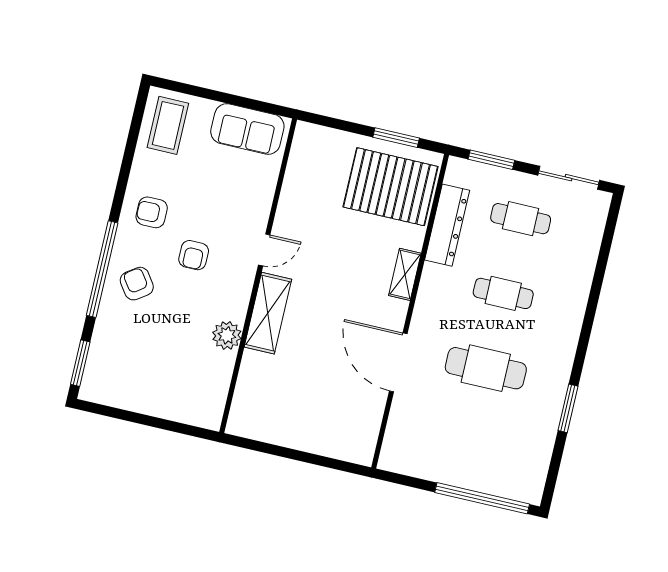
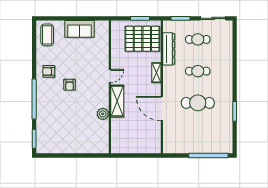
door: (264, 250) -> (110, 76), moved
wall: (258, 276) -> (110, 87), moved
armchair: (137, 284) -> (49, 101), removed
shelving: (268, 313) -> (117, 101), moved
plant: (227, 335) -> (103, 114), moved

